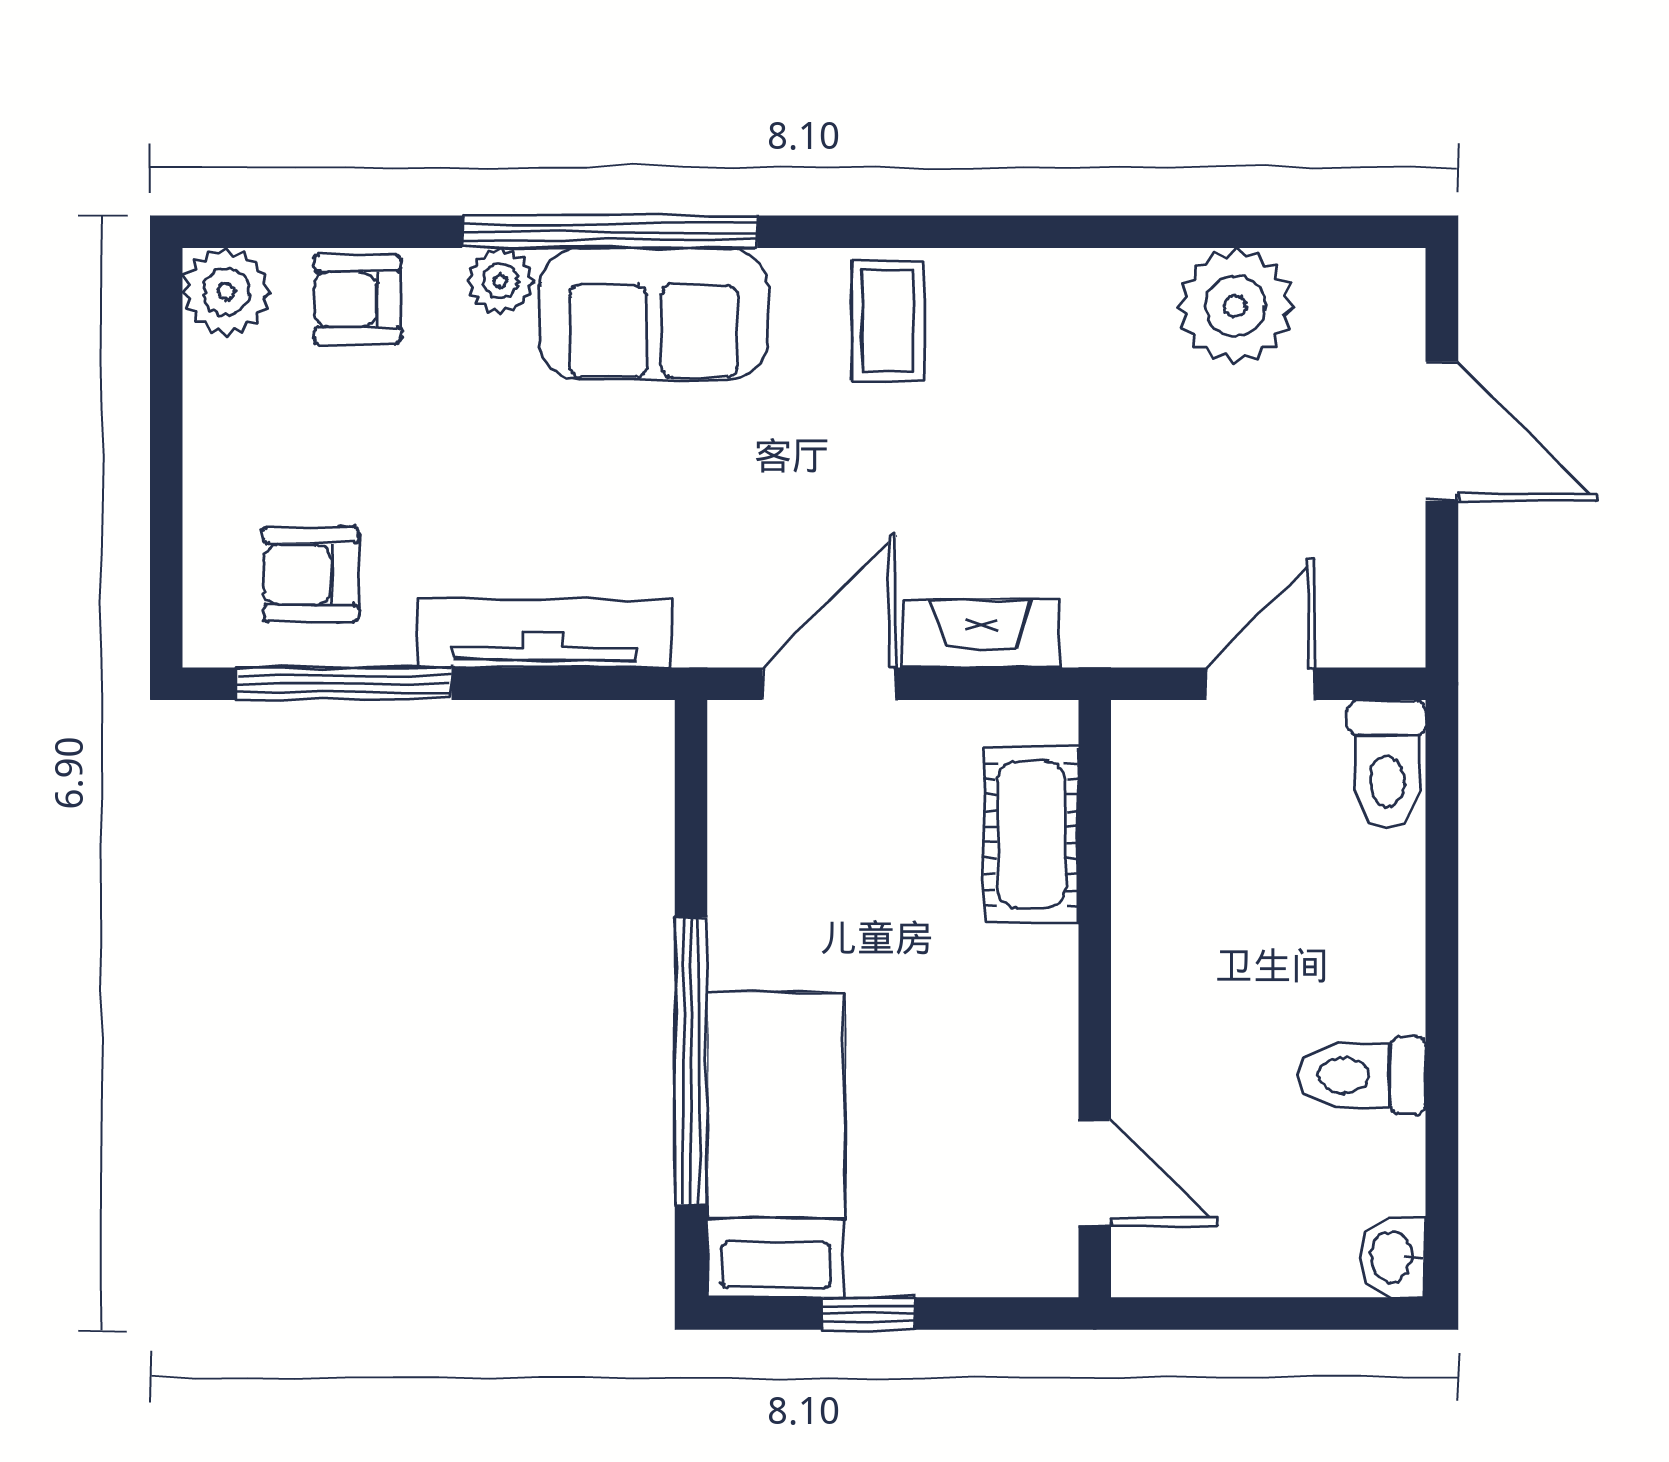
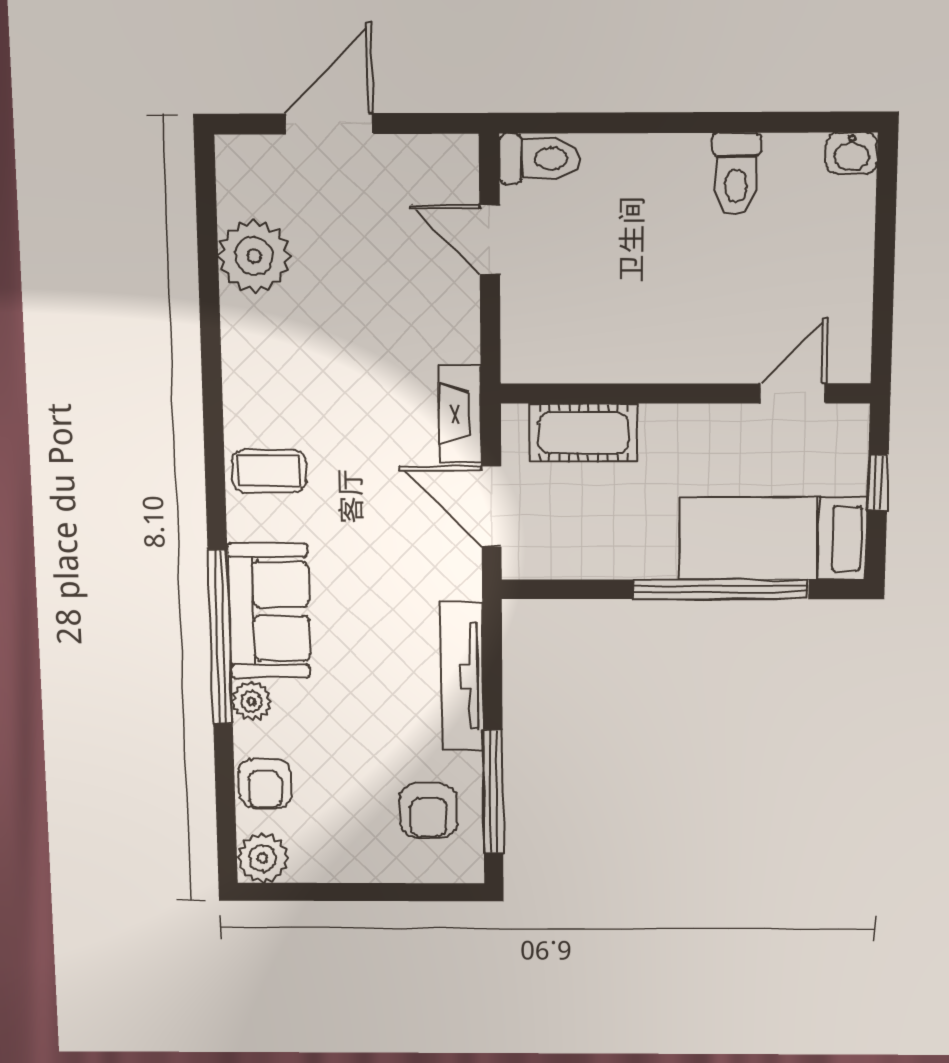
cot: (1031, 834) -> (584, 433), moved
wall: (1095, 999) -> (685, 393), moved
door: (1095, 1173) -> (793, 393), moved

